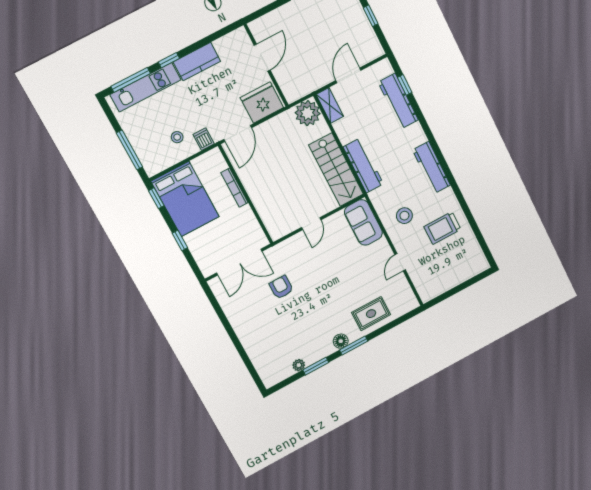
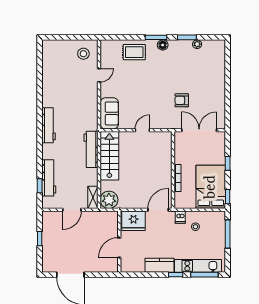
stool: (404, 216) -> (83, 54), moved
trolley: (442, 228) -> (61, 83), removed
armchair: (281, 287) -> (182, 100), turned 90

